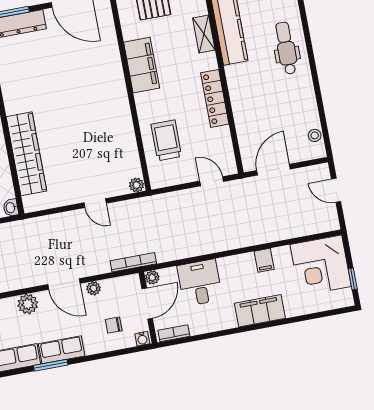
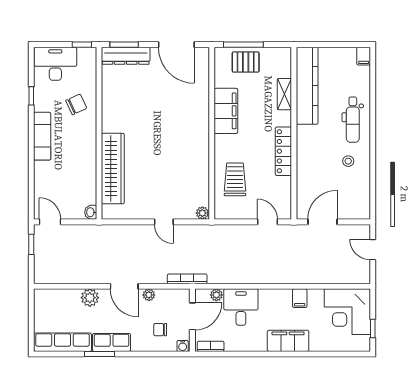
dental chair: (286, 48) -> (353, 120), turned 180
stool: (315, 135) -> (348, 161), moved
plant: (152, 277) -> (216, 295), moved

